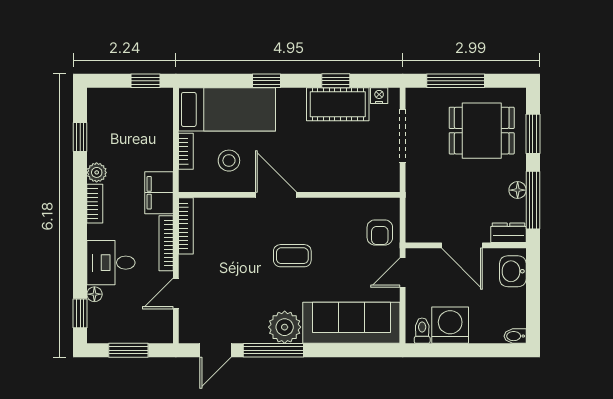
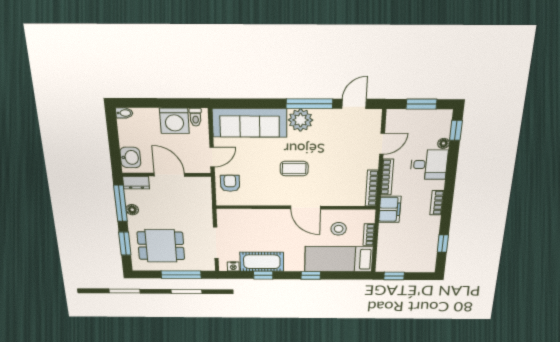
plant: (97, 172) -> (433, 222), removed

